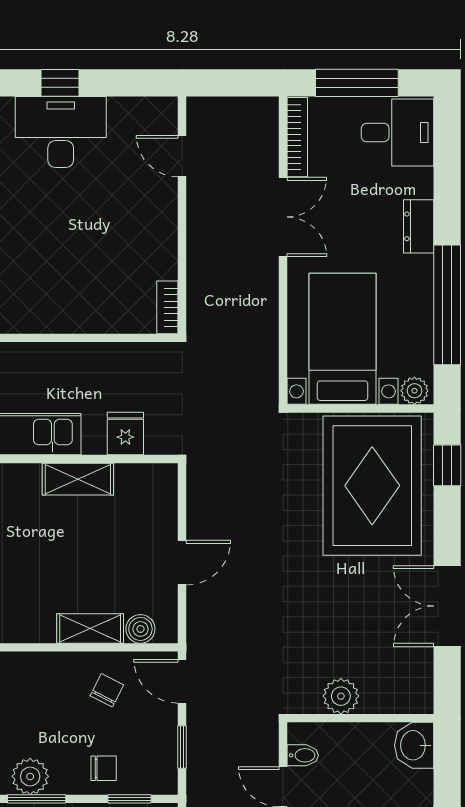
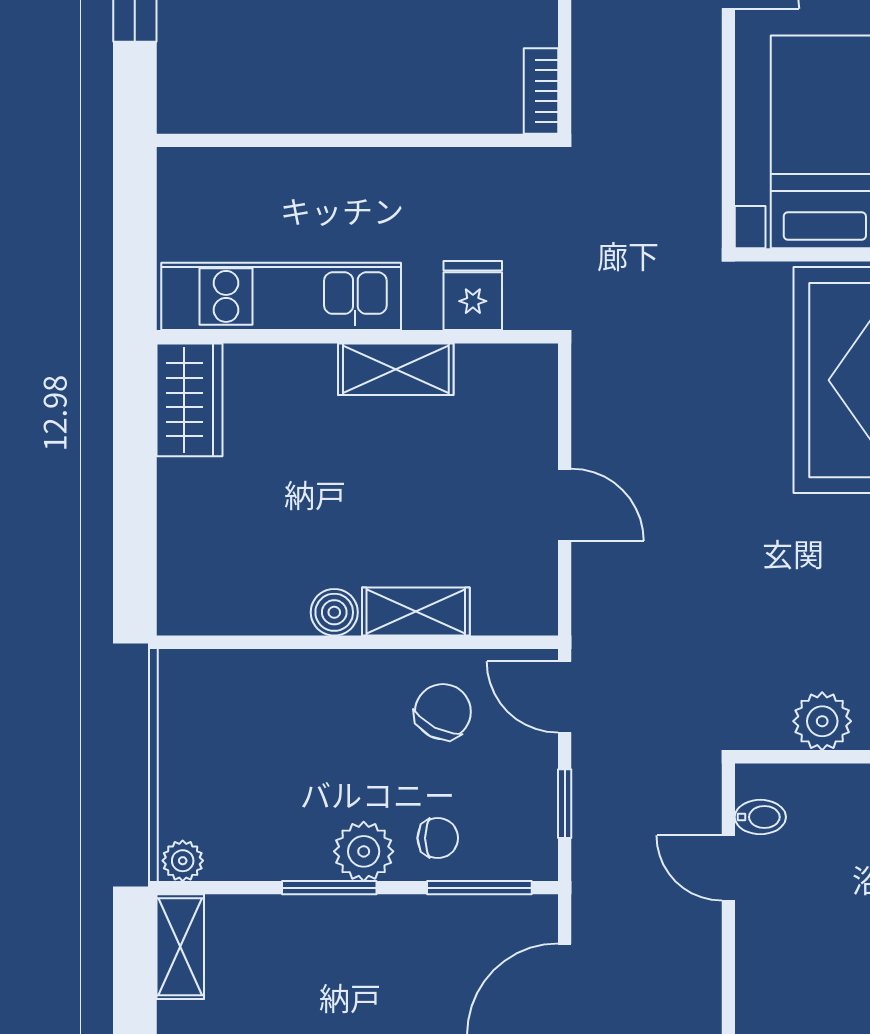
door: (182, 563) -> (565, 505), hinge flipped
boiler: (140, 629) -> (334, 612), moved
chair: (107, 690) -> (443, 712), width x1.37, depth x1.37
plant: (30, 776) -> (364, 851), moved
window: (129, 799) -> (479, 888), width x1.50

